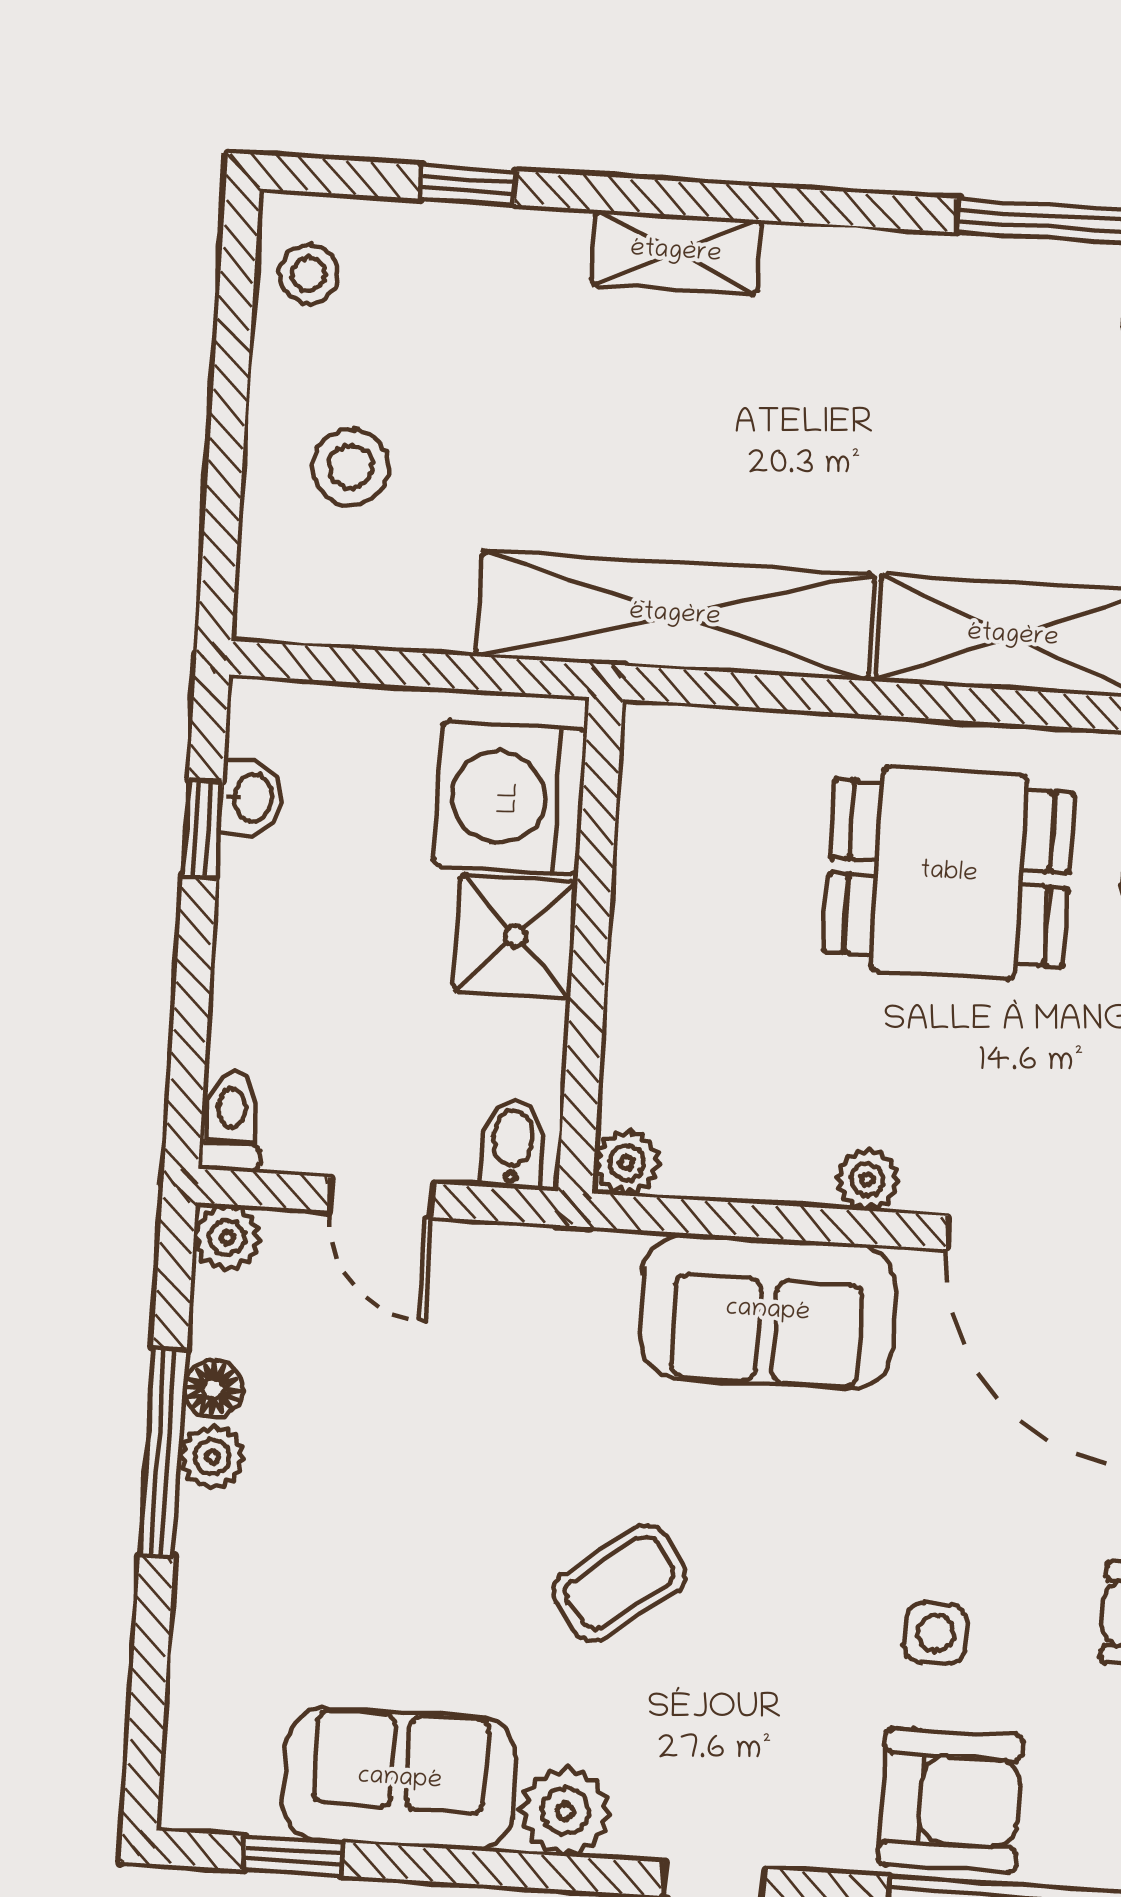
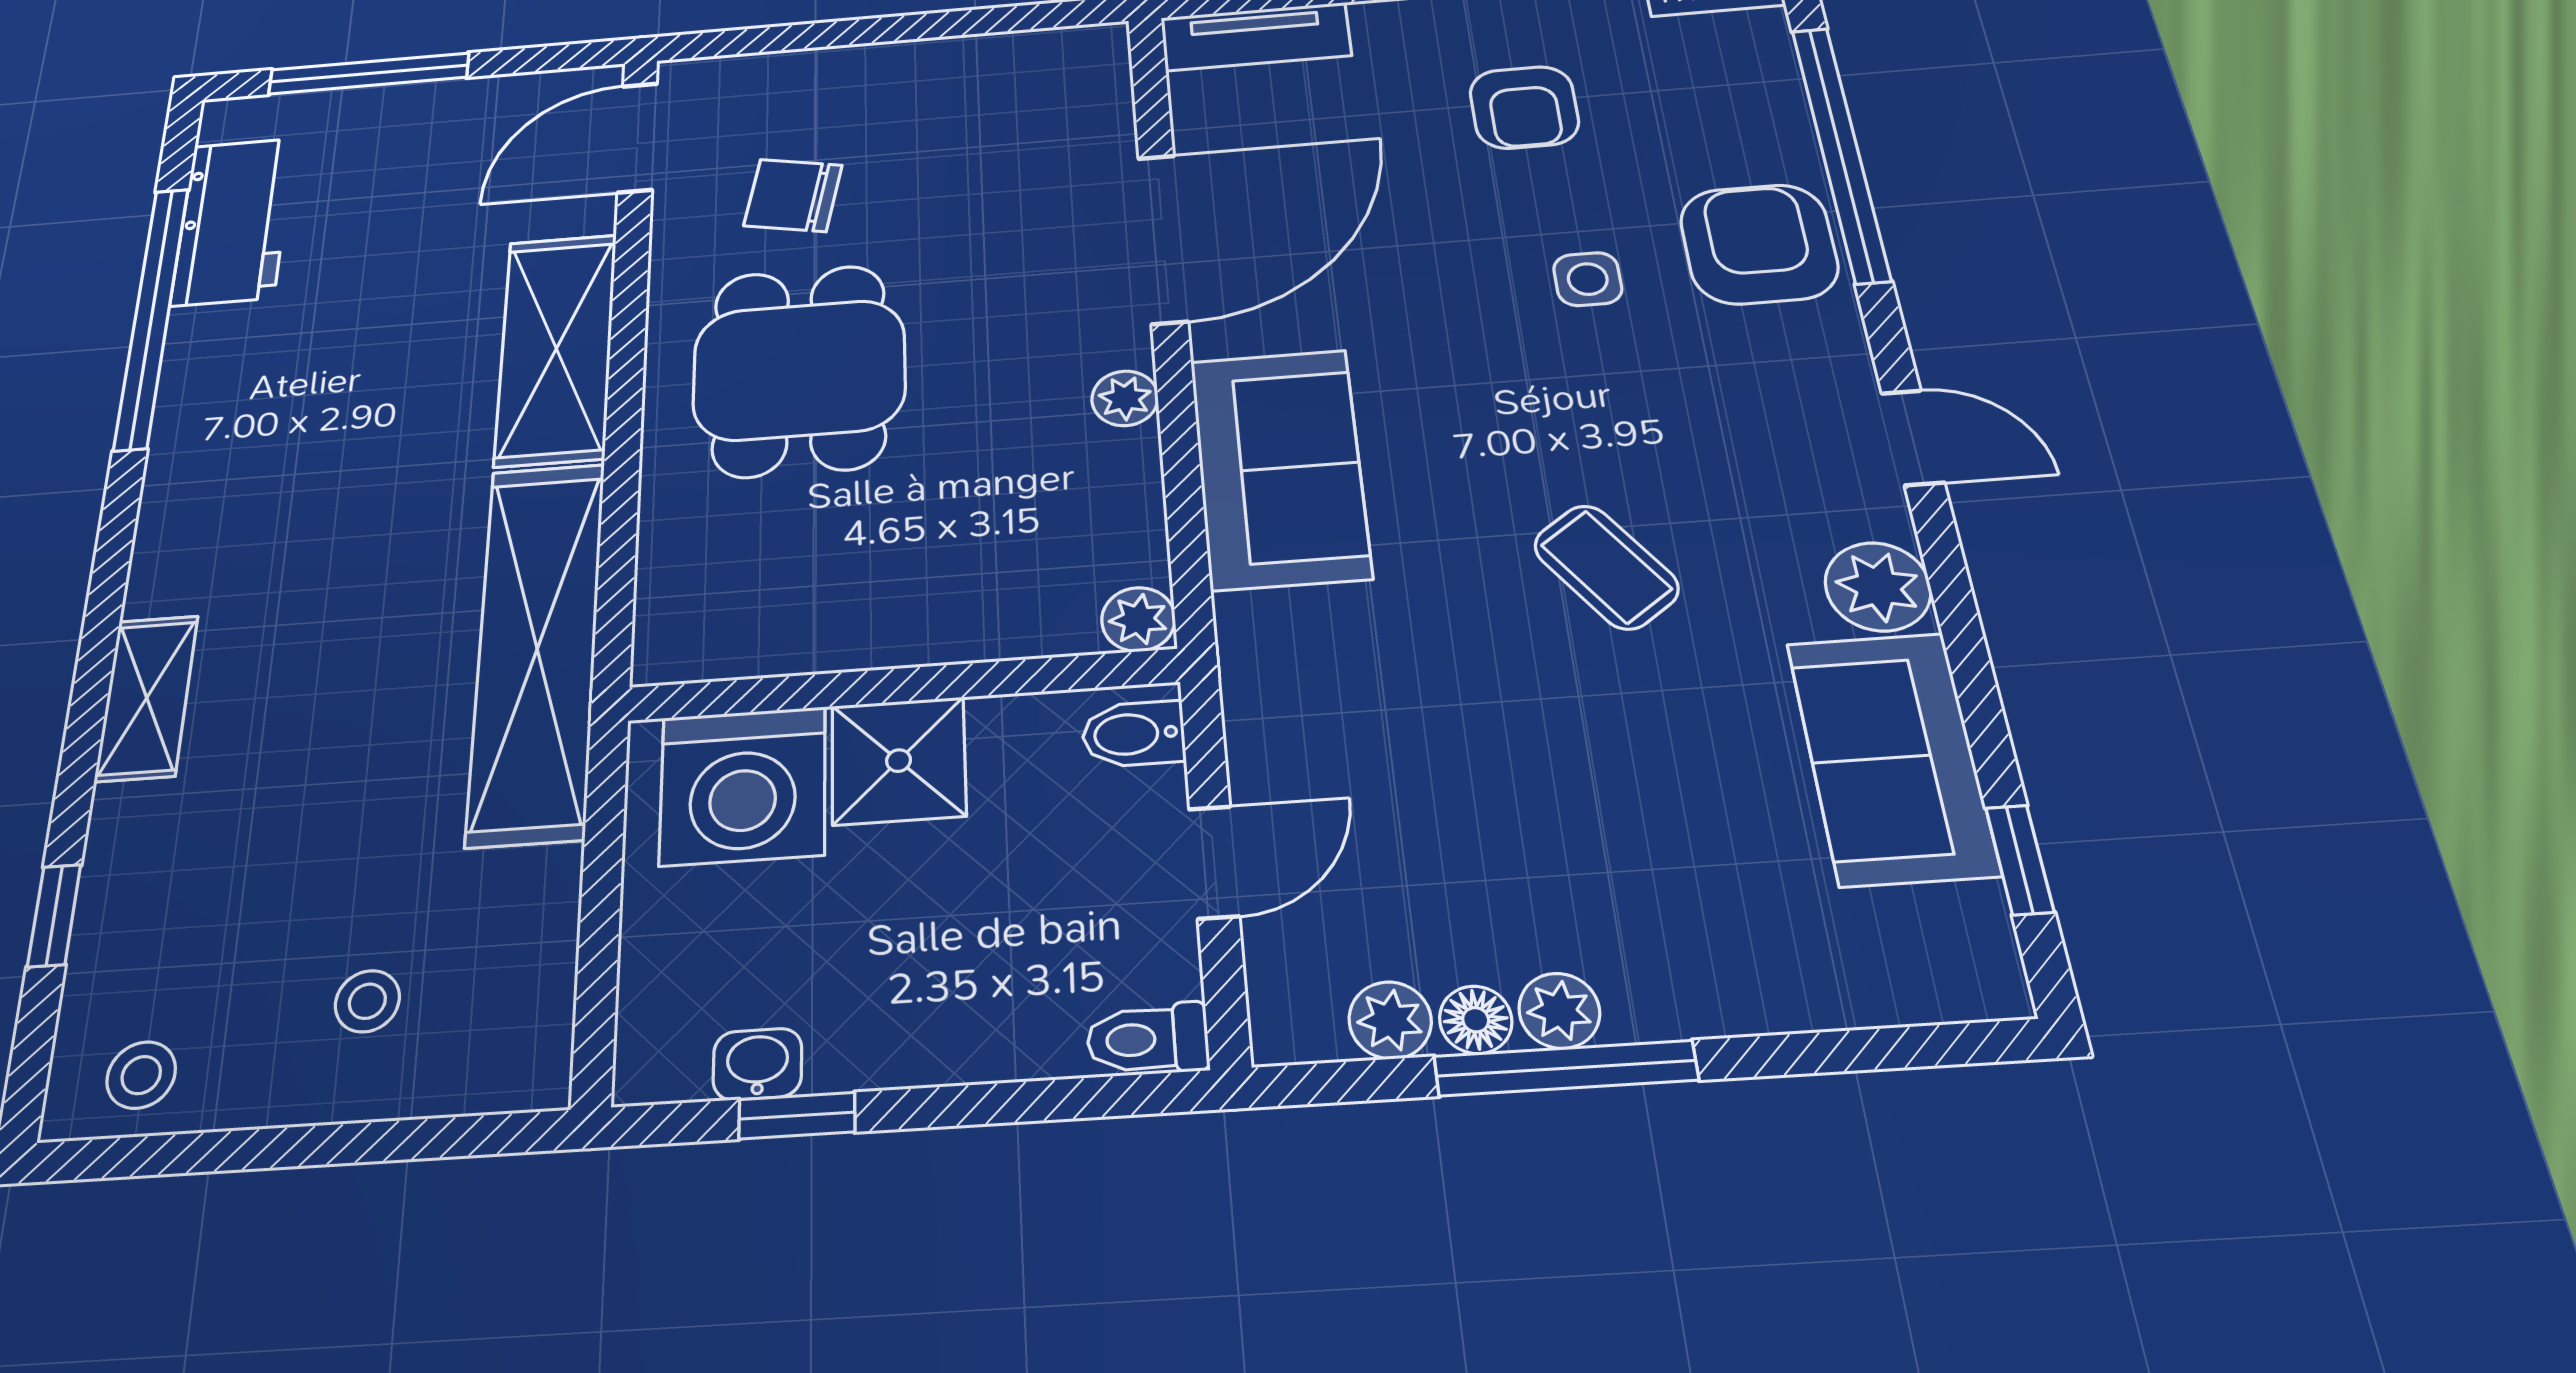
stool: (350, 467) -> (367, 1001), width x0.73, depth x0.73
plant: (227, 1238) -> (1390, 1020), moved

